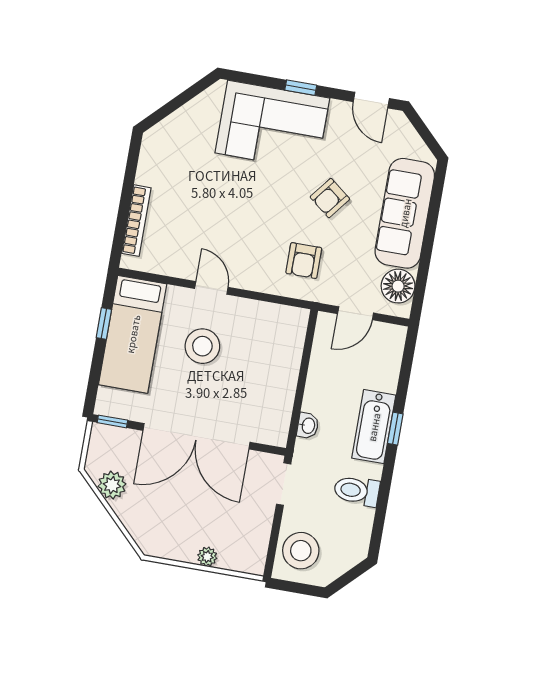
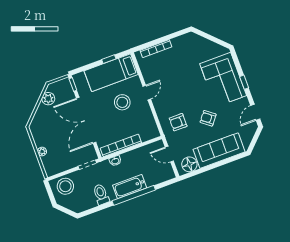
bookcase: (284, 397) -> (121, 145), added
window: (395, 429) -> (134, 195), width x3.17

